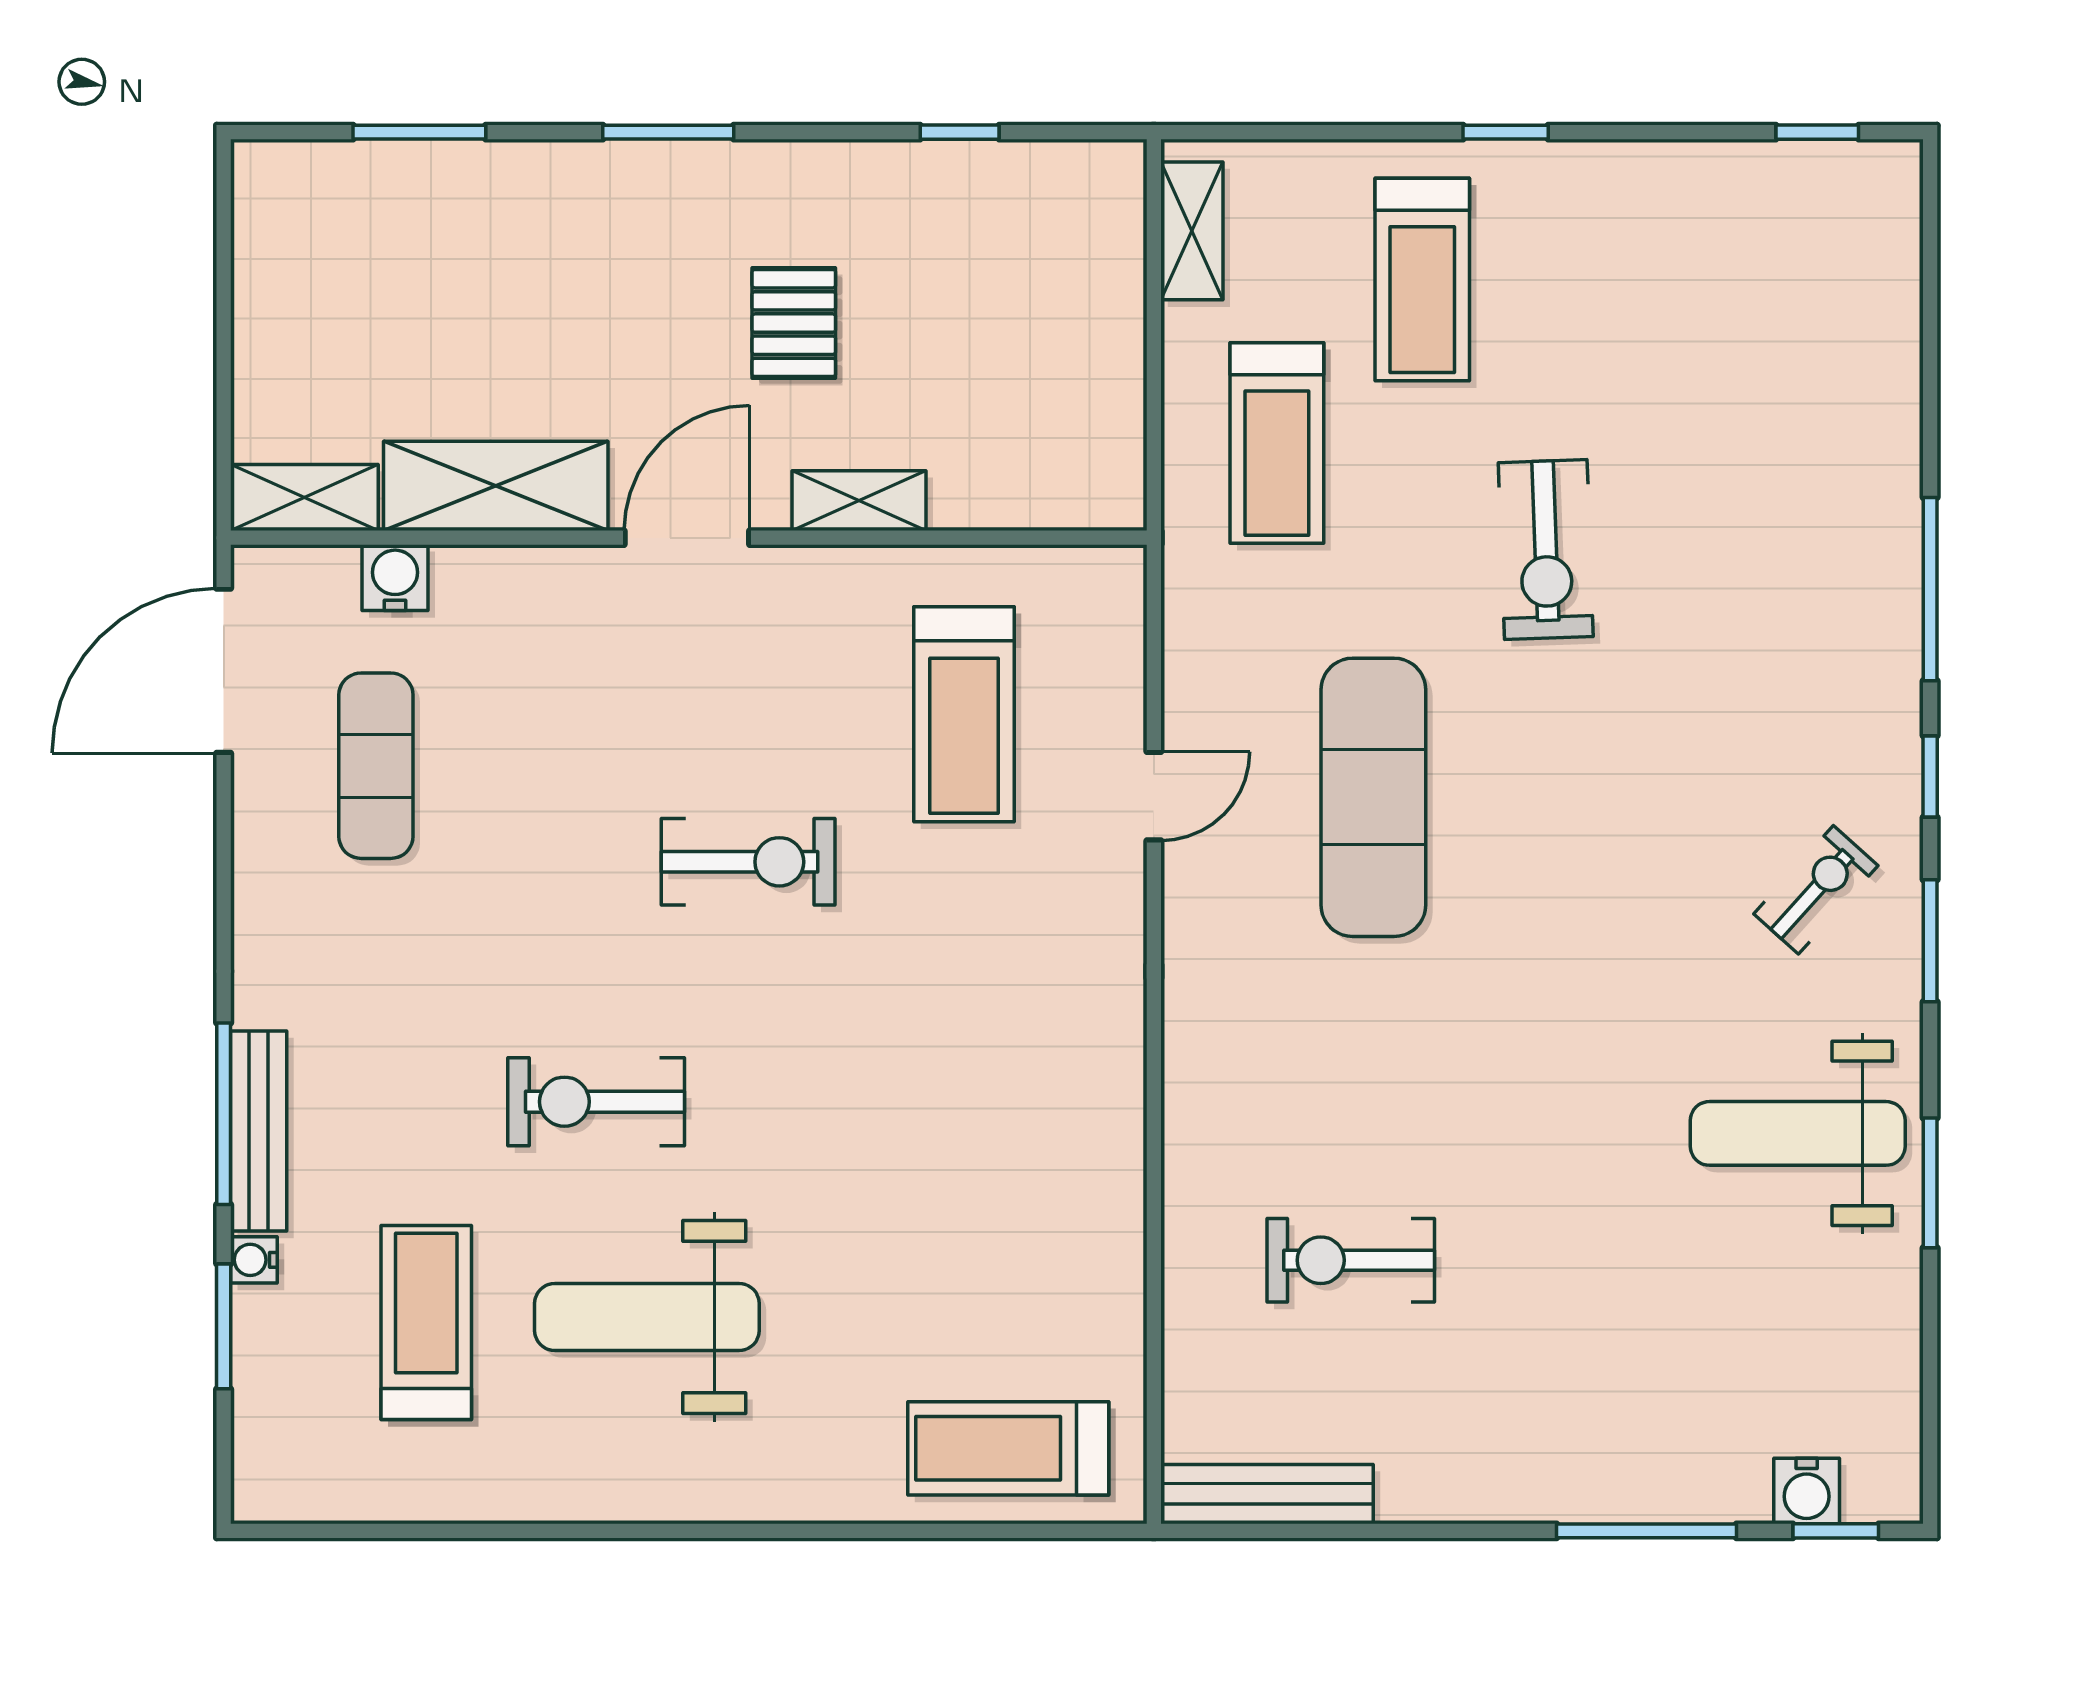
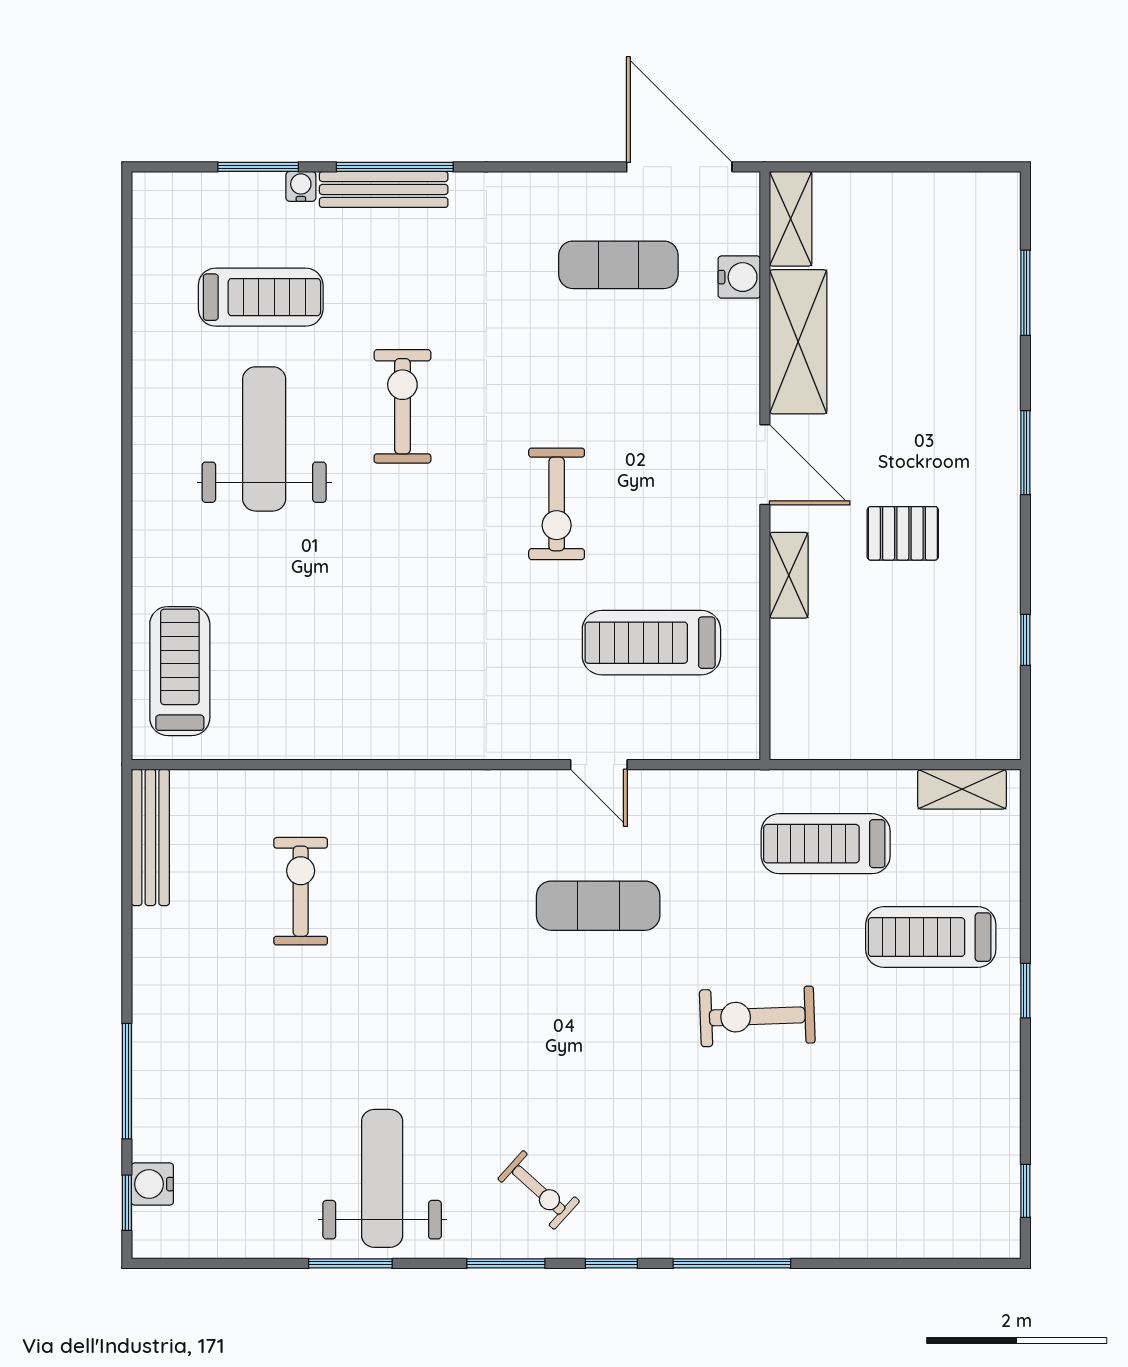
exercise mat: (1373, 797) -> (598, 906), width x0.73, depth x0.69

